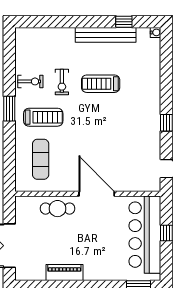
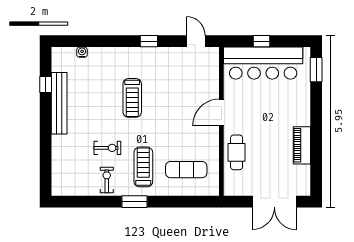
water cooler: (156, 32) -> (82, 52), moved
treadmill: (101, 84) -> (132, 98), moved
door: (97, 194) -> (221, 112), width x0.73

